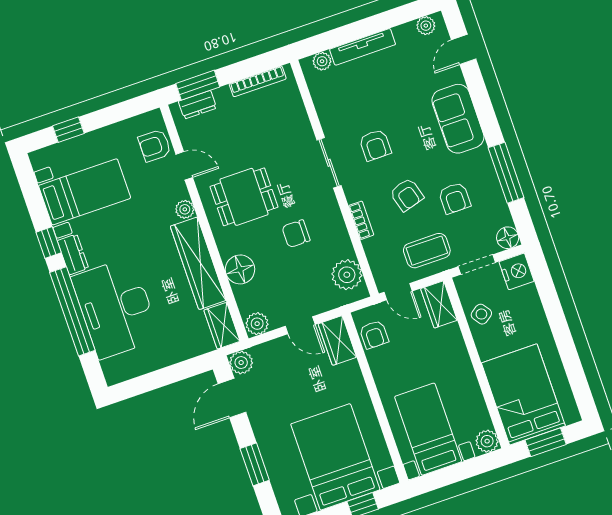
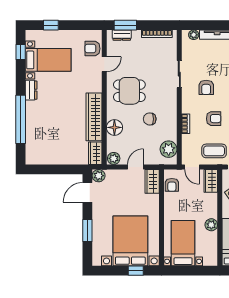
sliding door: (329, 163) -> (179, 74), moved
door: (184, 166) -> (104, 64), hinge flipped
armchair: (407, 195) -> (214, 119), turned -74
plant: (185, 209) -> (97, 87), removed
window: (49, 242) -> (21, 52), moved
desk: (116, 308) -> (44, 125), removed
door: (300, 325) -> (136, 167), swing flipped
plant: (487, 441) -> (211, 225), moved

